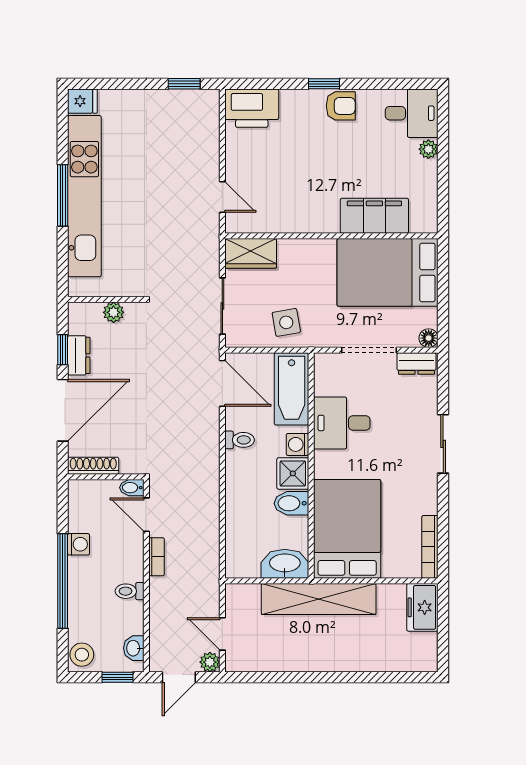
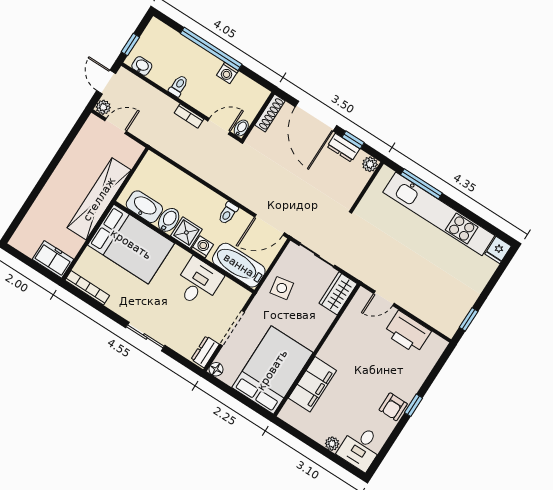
printer: (252, 108) -> (407, 332), moved, turned -90
window: (63, 195) -> (421, 184), moved
plant: (114, 312) -> (370, 164), moved
washbasin: (285, 564) -> (144, 207), moved, turned -90
stool: (82, 655) -> (158, 32), removed

